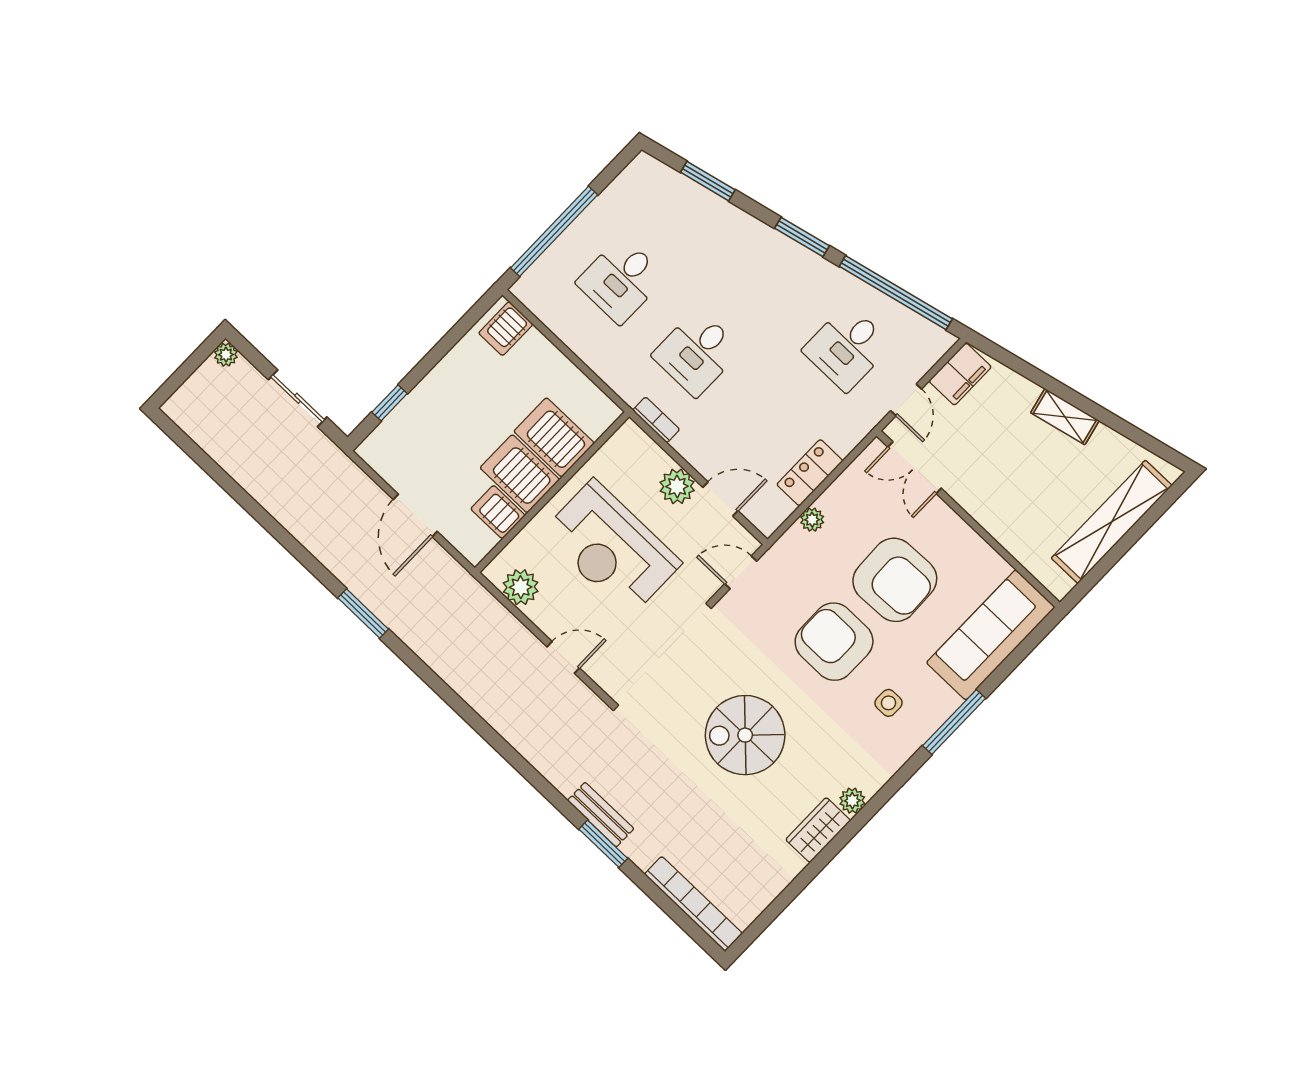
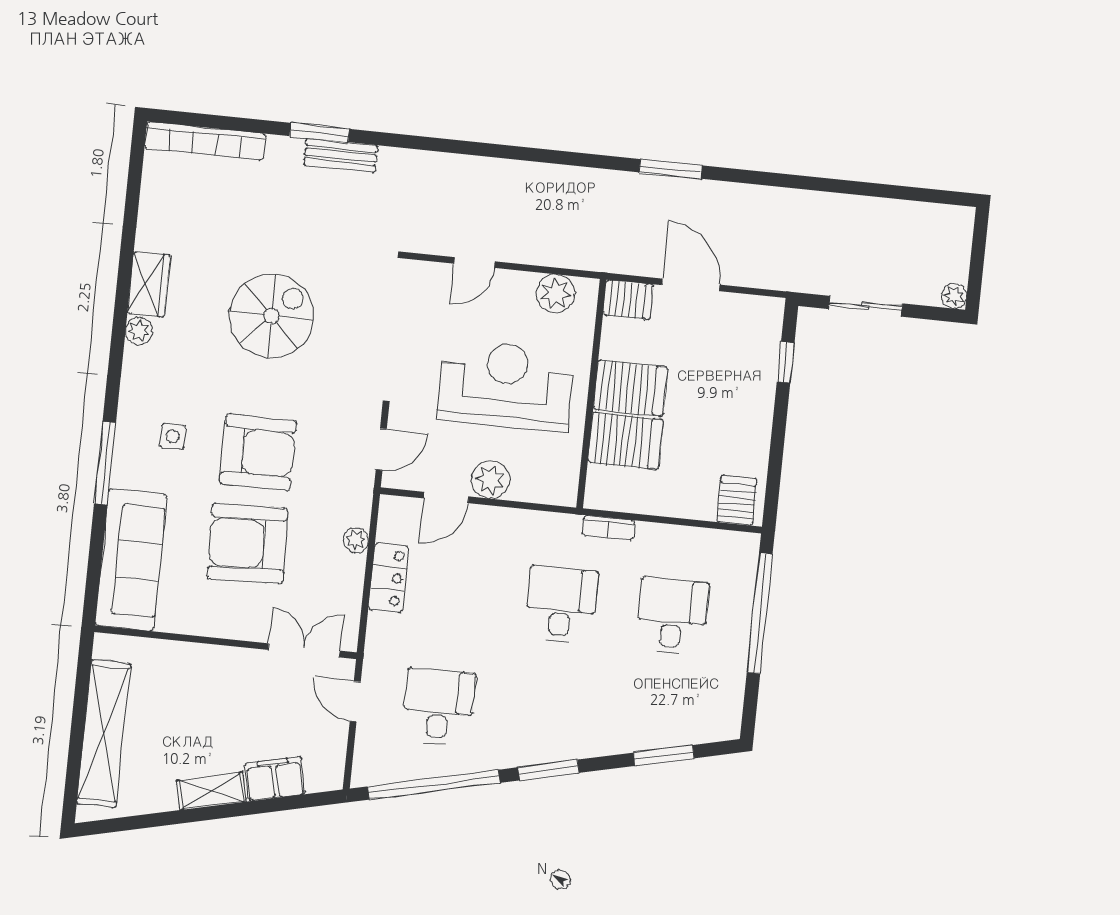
filing cabinet: (960, 374) -> (275, 779), moved, turned 77
bookcase: (656, 420) -> (608, 528), moved
server rack: (498, 512) -> (628, 300), moved

